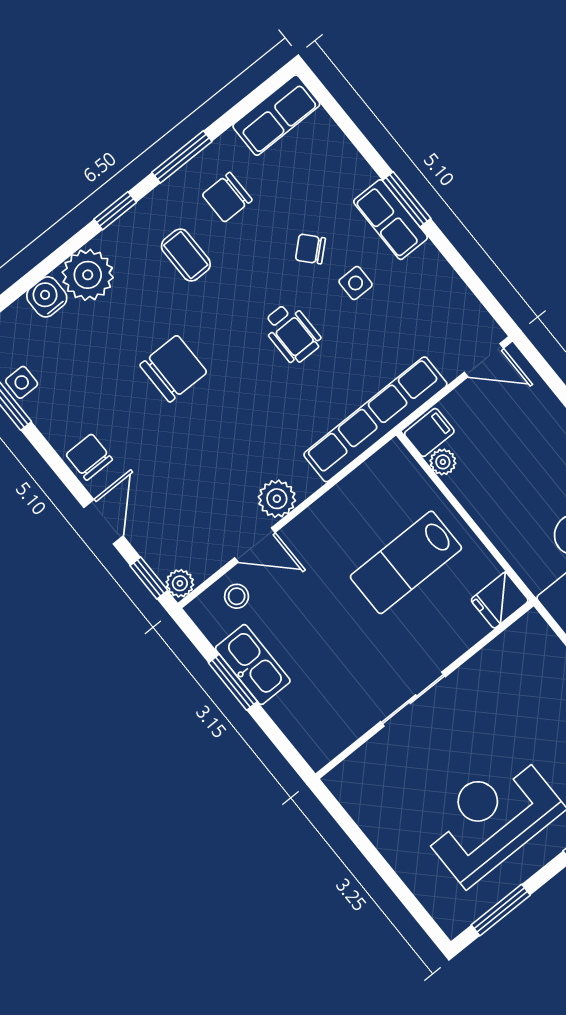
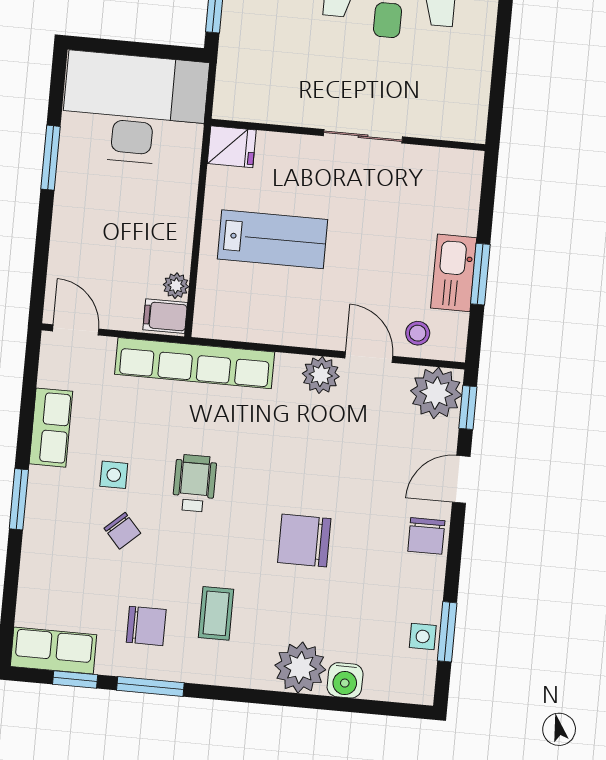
window: (115, 211) -> (75, 680), moved
row of seats: (390, 220) -> (51, 428), moved
plant: (180, 583) -> (436, 393), width x1.88, depth x1.88

